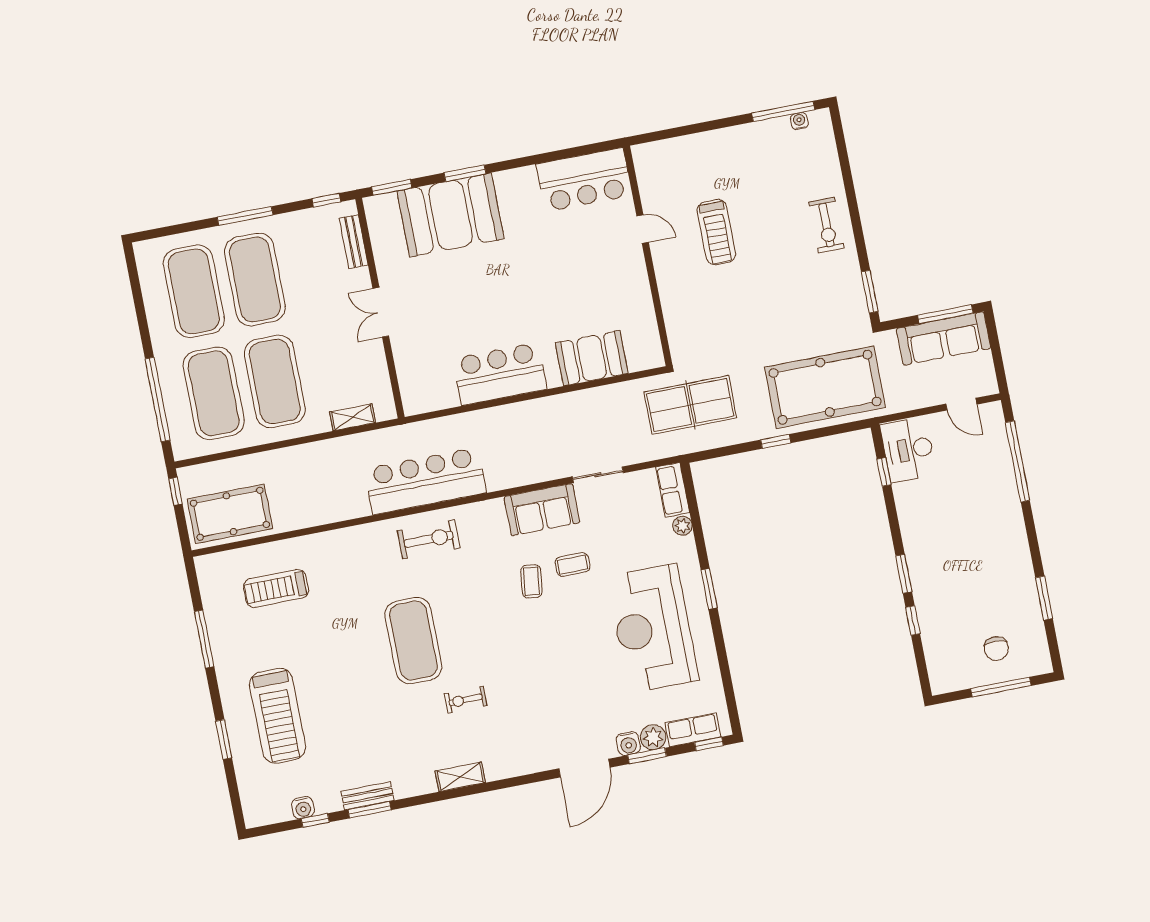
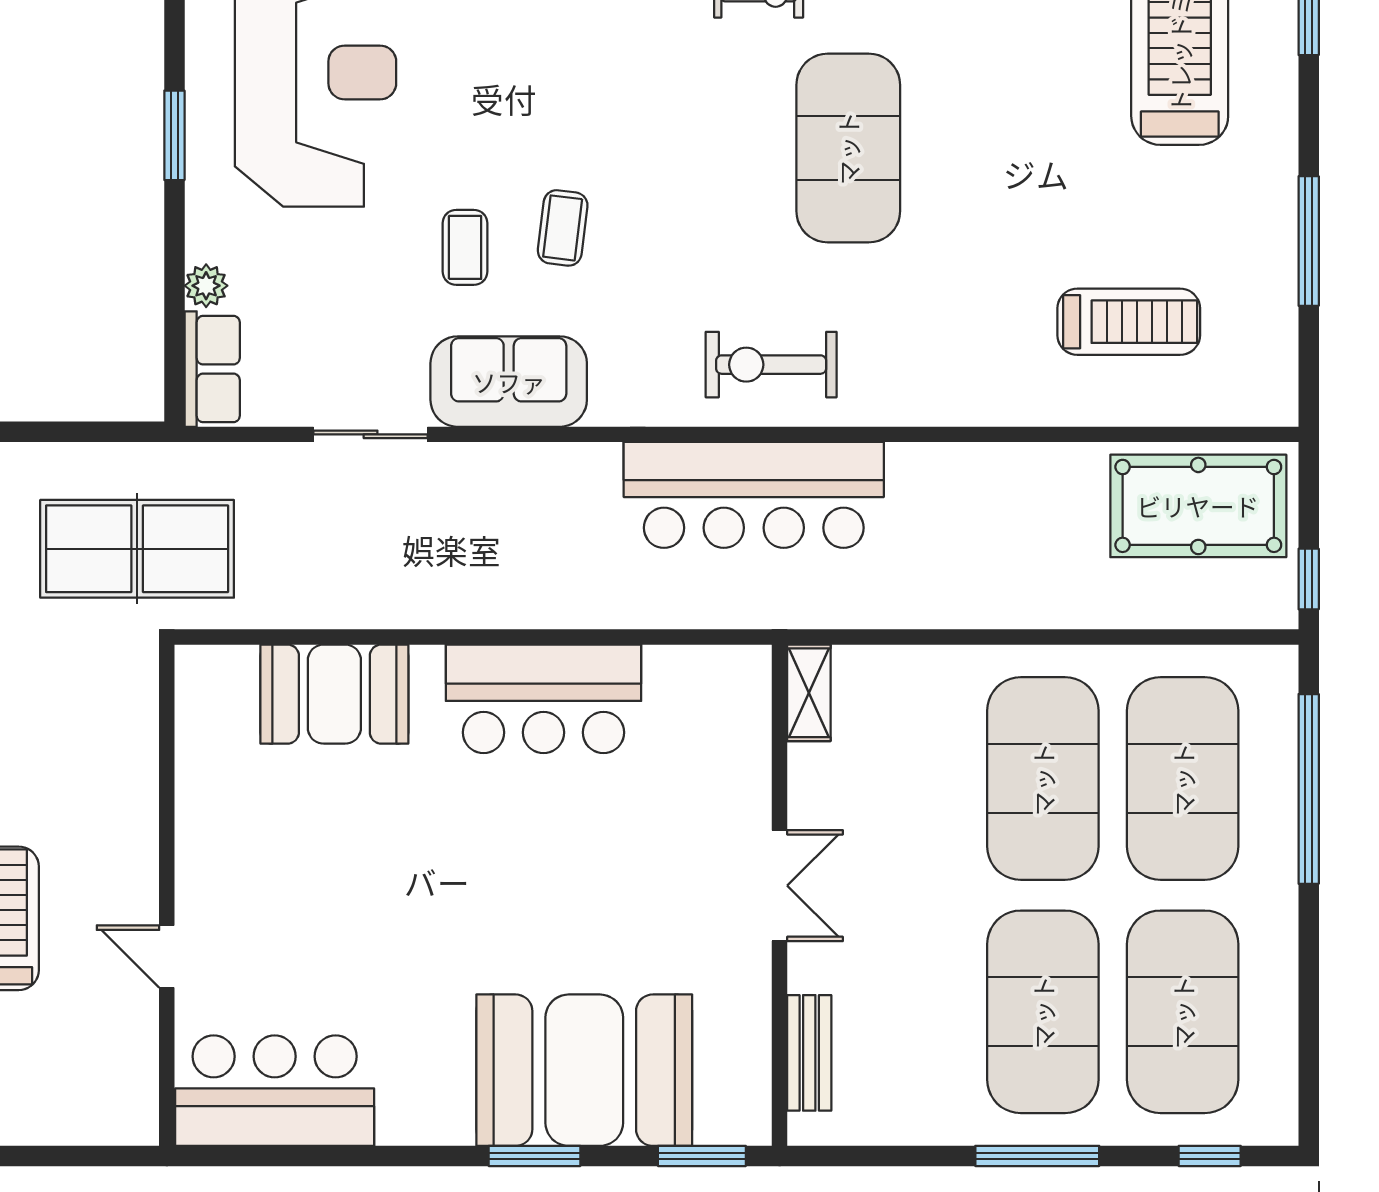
window: (326, 200) -> (1210, 1156), moved
shelving: (353, 417) -> (809, 693), moved, turned 90
coffee table: (572, 565) -> (465, 247), turned 90

